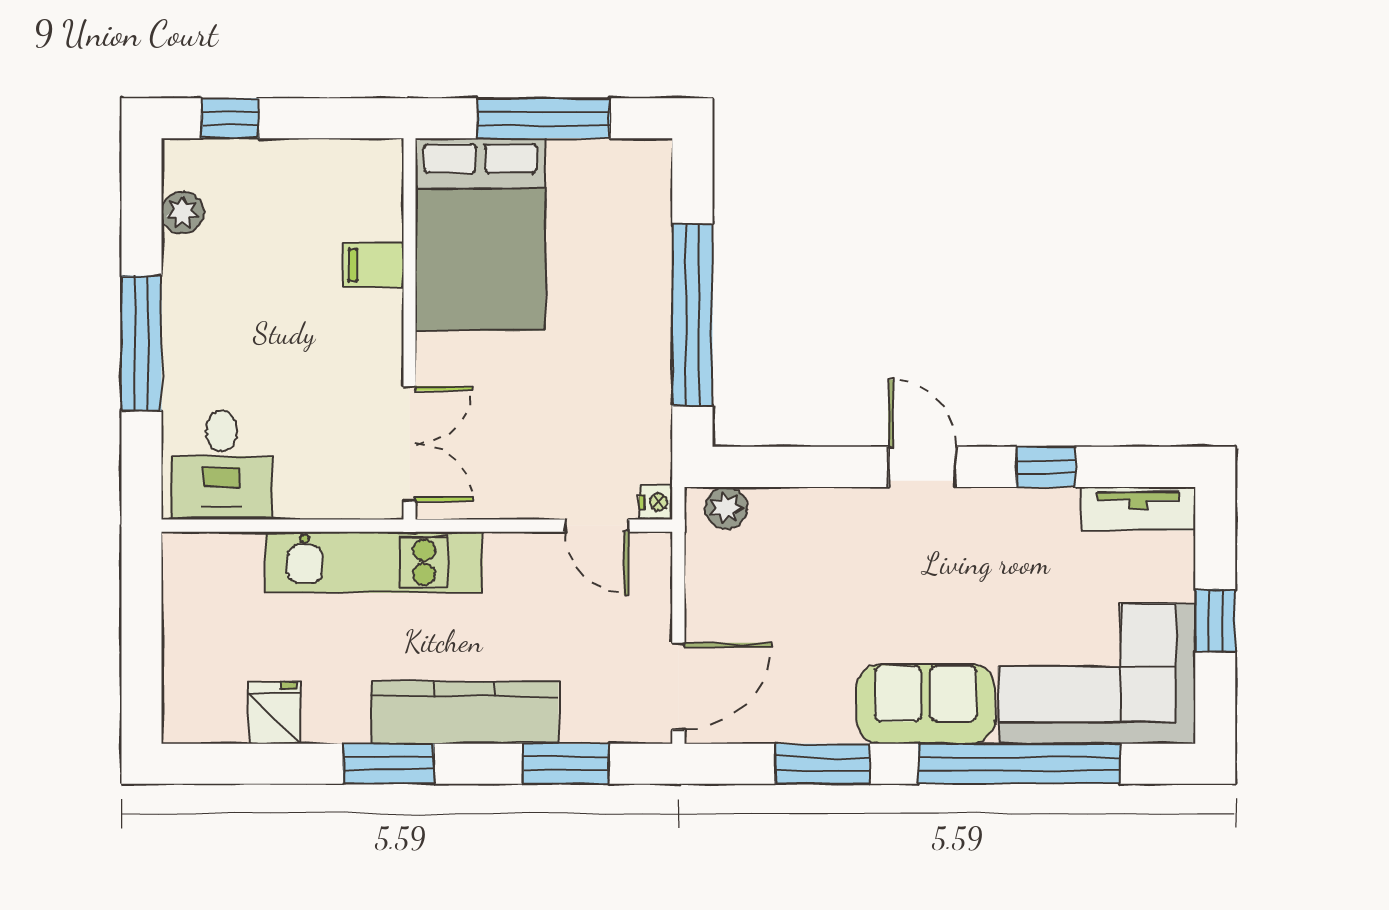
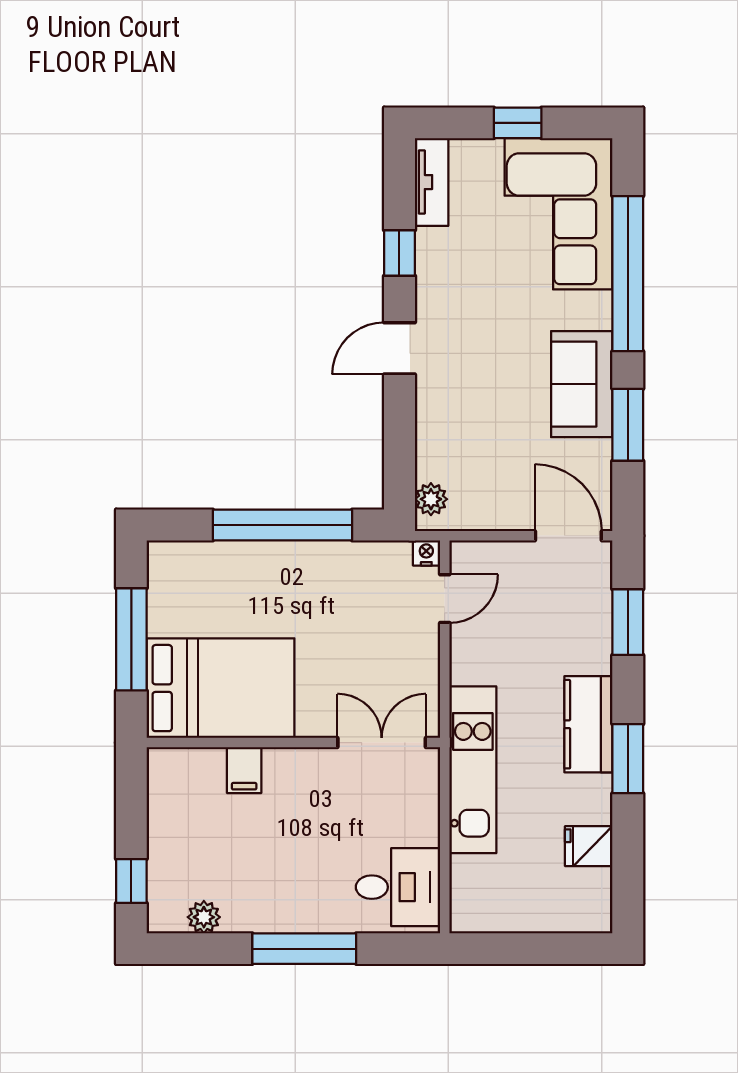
sofa: (926, 704) -> (582, 384), moved
kitchen counter: (465, 713) -> (588, 724), width x0.67

